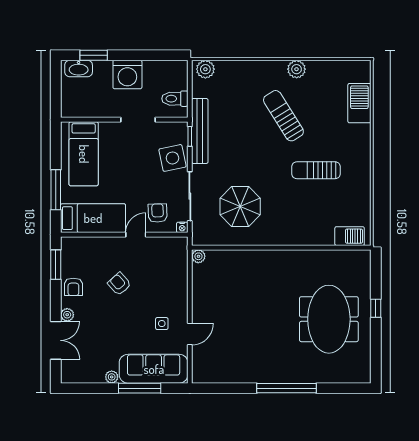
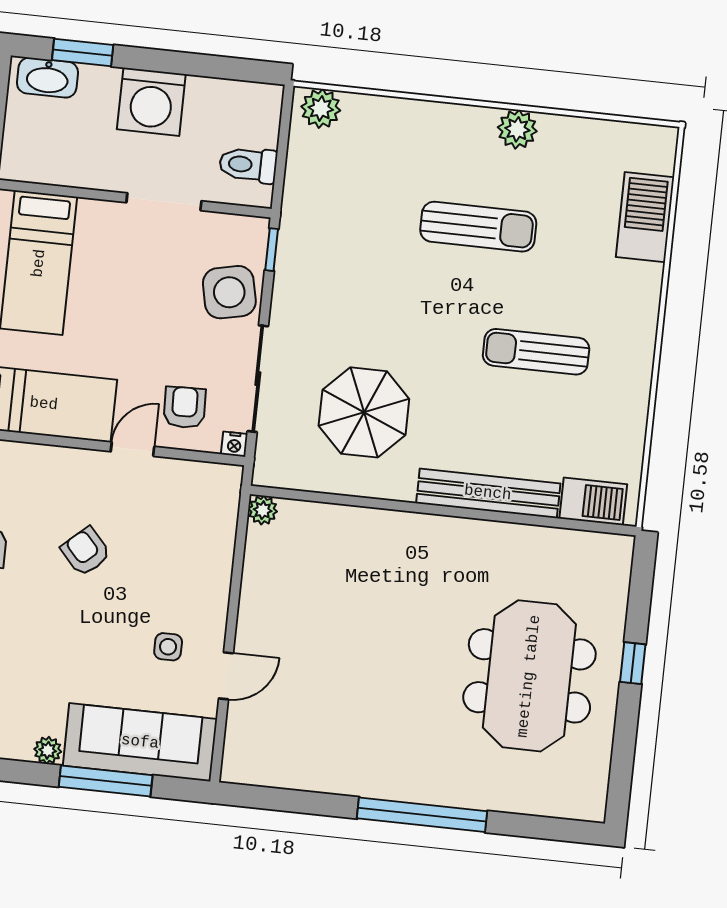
sun lounger: (283, 116) -> (478, 227), turned 122
bench: (200, 131) -> (488, 493), moved, turned 90

